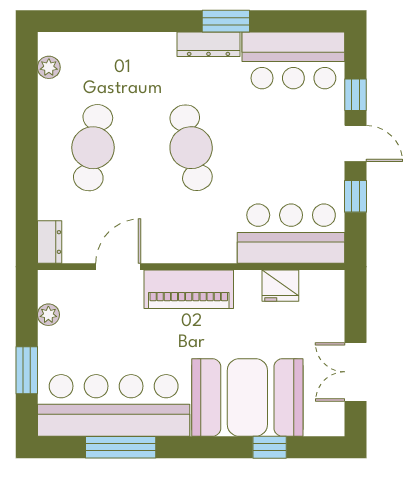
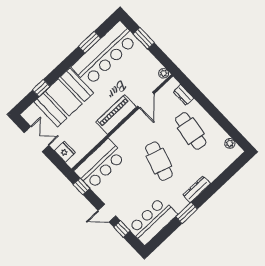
dresser: (209, 44) -> (197, 189), moved
cafe table: (191, 148) -> (159, 161), turned 30
window: (355, 196) -> (82, 186), moved
dresser: (50, 242) -> (183, 95), moved
fridge: (280, 286) -> (65, 152), moved, turned 90
plant: (48, 315) -> (164, 73), moved
window: (121, 447) -> (90, 42), width x0.69

